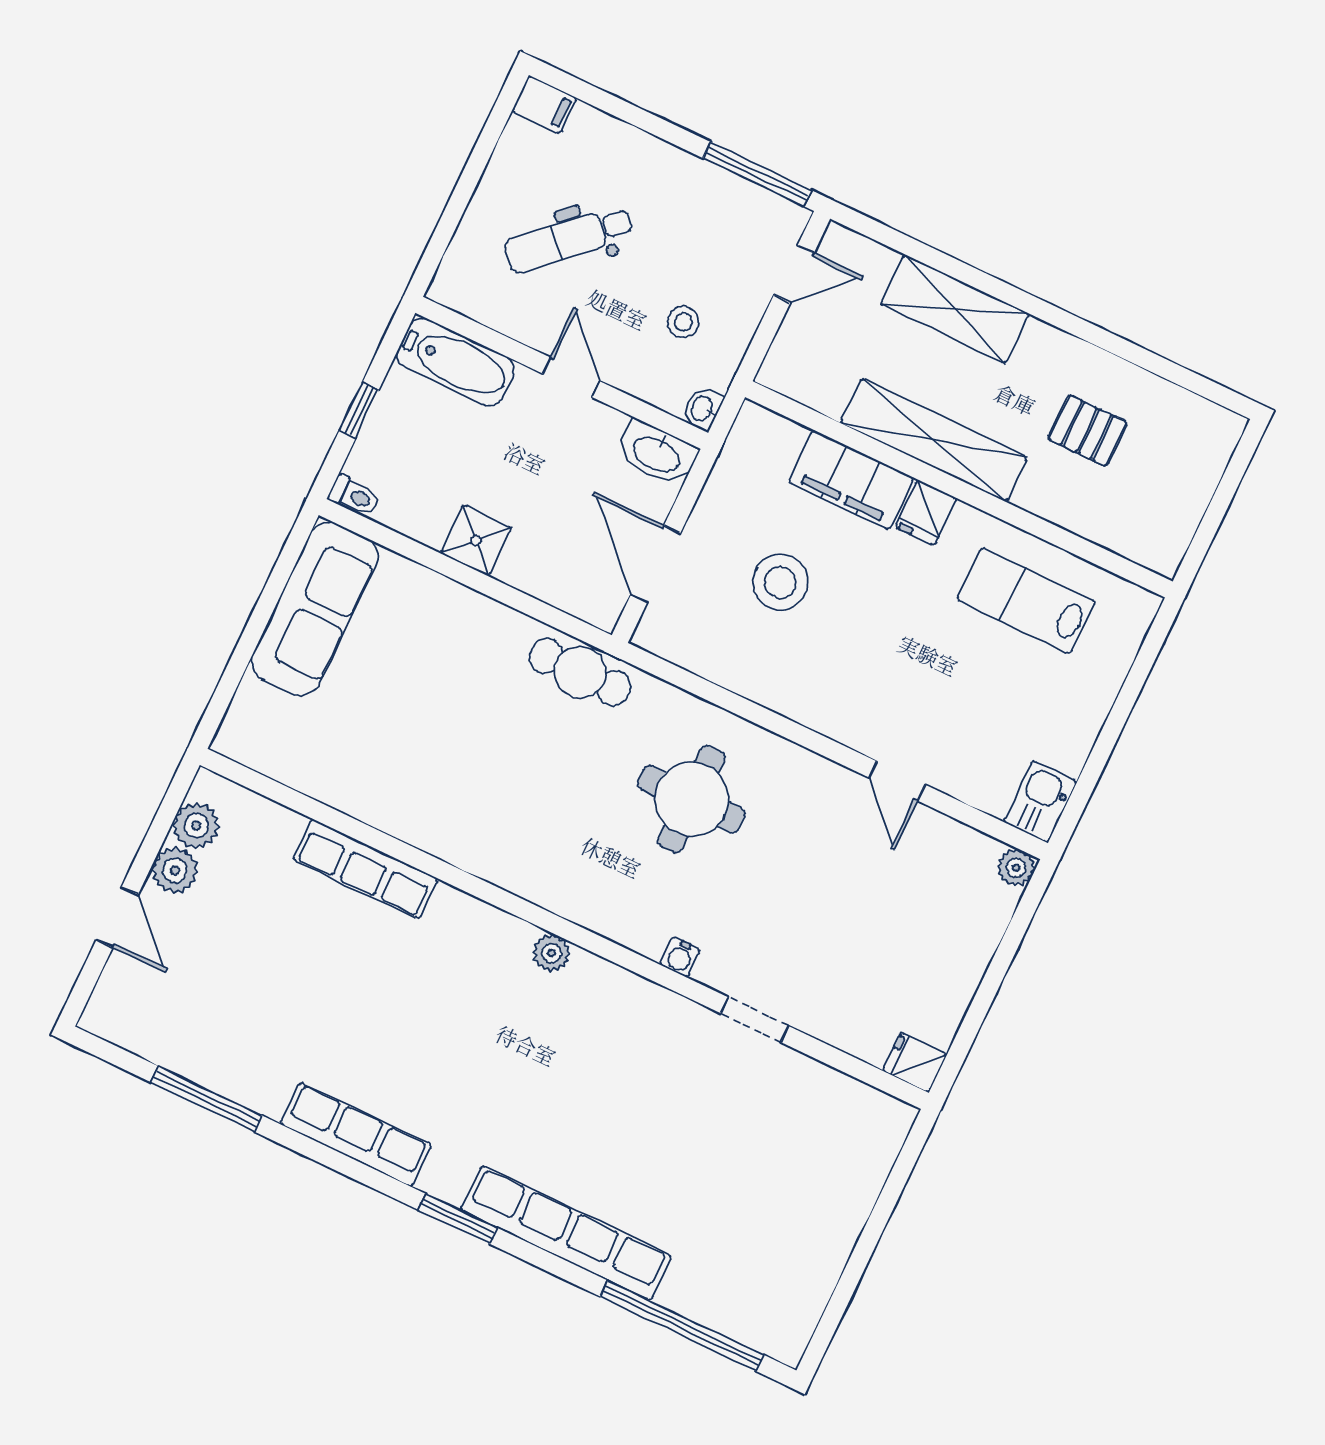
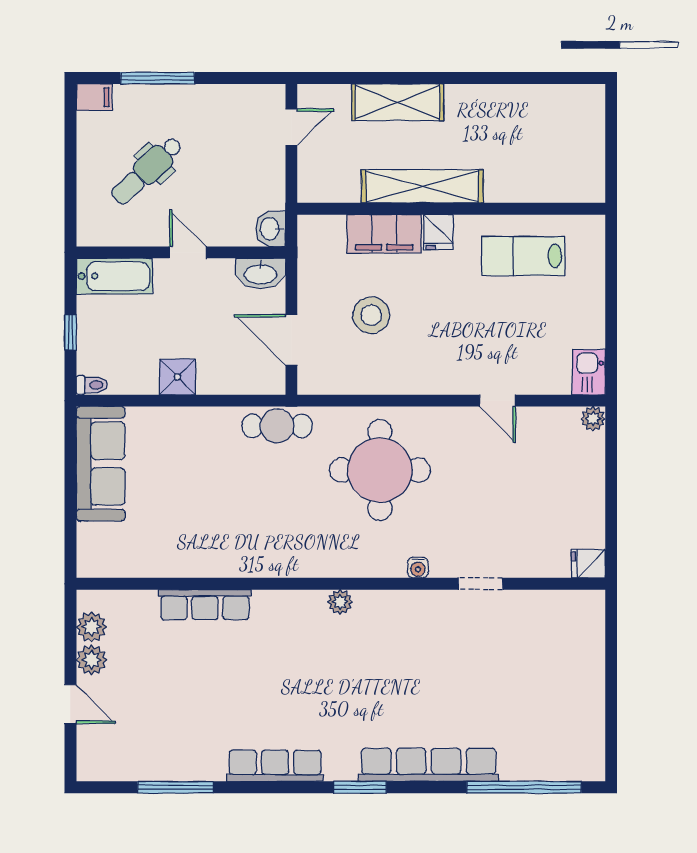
window: (757, 174) -> (158, 78), moved
stool: (683, 322) -> (239, 187), removed
washbasin: (702, 409) -> (271, 229), width x1.38, depth x1.45
pallet: (1088, 431) -> (511, 137), removed
round table: (692, 799) -> (380, 470), width x1.36, depth x1.36

